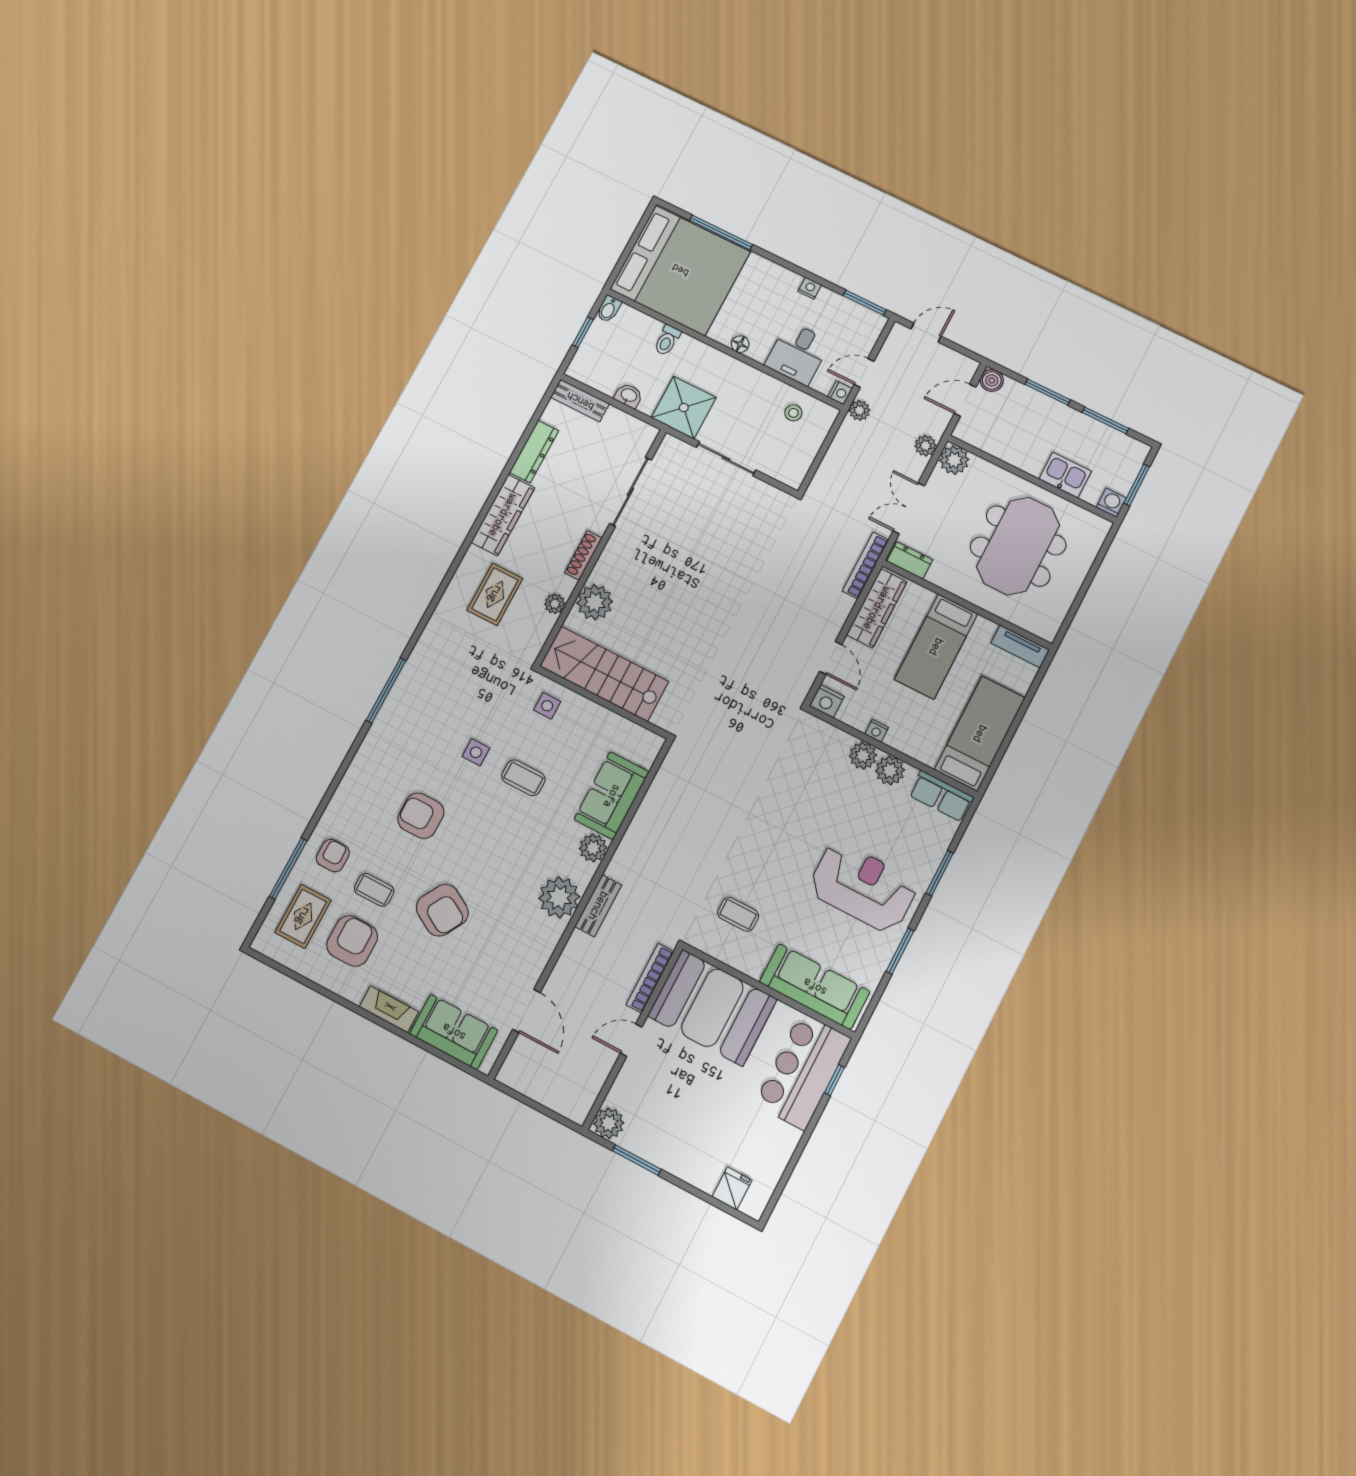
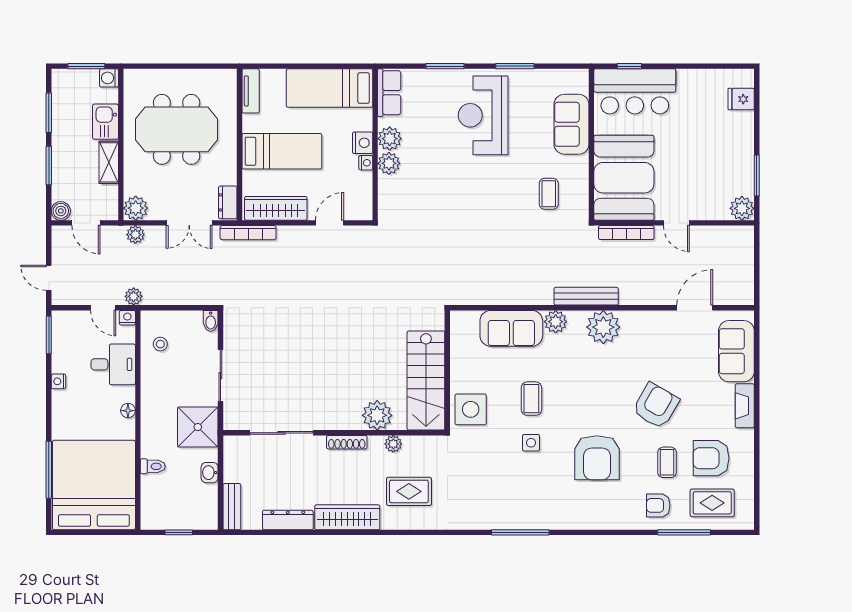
bidet: (609, 309) -> (211, 321), moved, turned 90
shelving: (1019, 456) -> (109, 162), added
nightstand: (827, 701) -> (363, 143), moved
side table: (547, 706) -> (471, 409), width x1.87, depth x1.87
armchair: (421, 816) -> (597, 458), width x1.36, depth x1.36
bench: (598, 906) -> (586, 296), width x1.36
sofa: (815, 987) -> (571, 124), width x0.73

